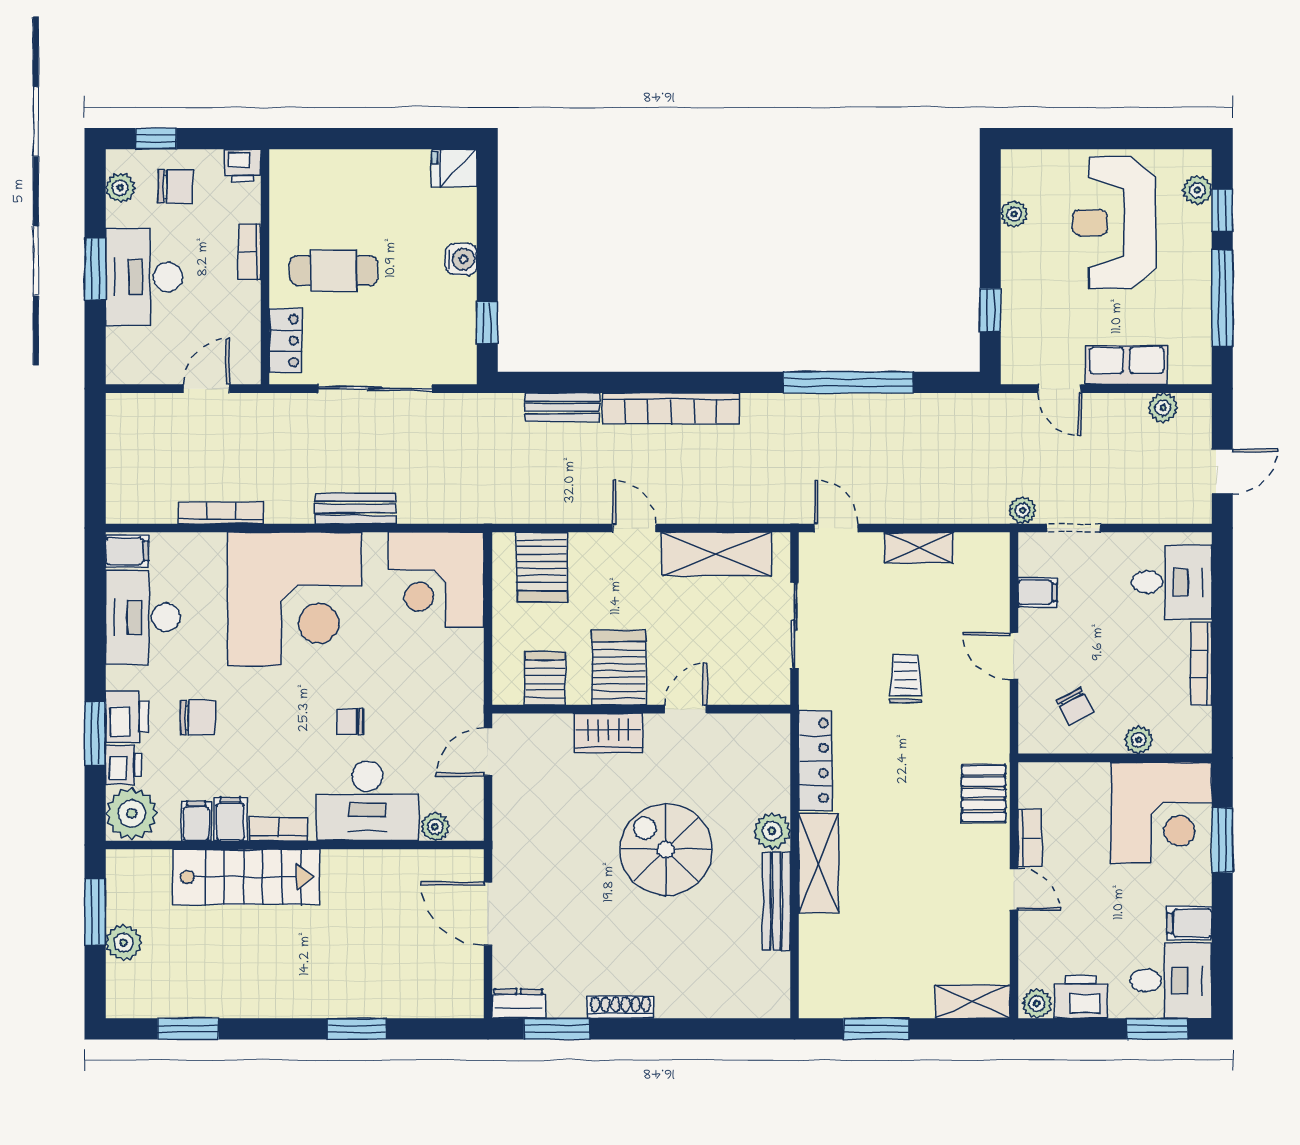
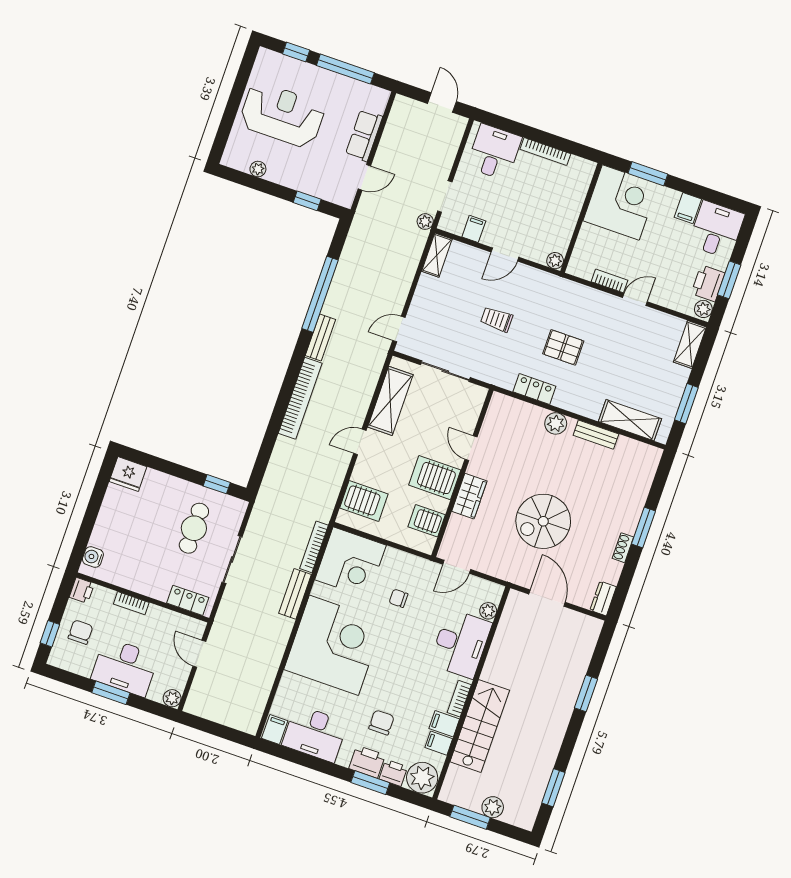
fridge: (454, 168) -> (128, 474), width x1.38
plant: (120, 188) -> (172, 698), moved
plant: (1197, 190) -> (280, 62), removed
reception desk: (1114, 223) -> (282, 115), turned 180
water cooler: (461, 259) -> (93, 557), moved, turned -90
cafe table: (334, 271) -> (194, 528), moved
sliding door: (375, 389) -> (232, 559), width x0.73
bench: (562, 407) -> (320, 337), moved
plant: (1163, 408) -> (395, 123), removed
bookcase: (221, 513) -> (314, 547), moved
shelving: (919, 548) -> (437, 255), moved
chair: (1075, 706) -> (545, 230), removed
chair: (350, 722) -> (398, 598), moved, turned 90
plant: (1139, 740) -> (555, 261), moved
door: (488, 752) -> (457, 567), hinge flipped
locker: (815, 761) -> (534, 389), width x0.66
pallet: (984, 793) -> (563, 347), moved
spiral stairs: (666, 849) -> (543, 521), moved
shelving: (819, 863) -> (630, 420), moved
bench: (777, 901) -> (596, 435), width x0.73
door: (488, 914) -> (547, 598), swing flipped
shoe rack: (621, 1007) -> (623, 548), width x0.70
window: (557, 1029) -> (643, 528), moved
window: (1157, 1029) -> (729, 280), moved

